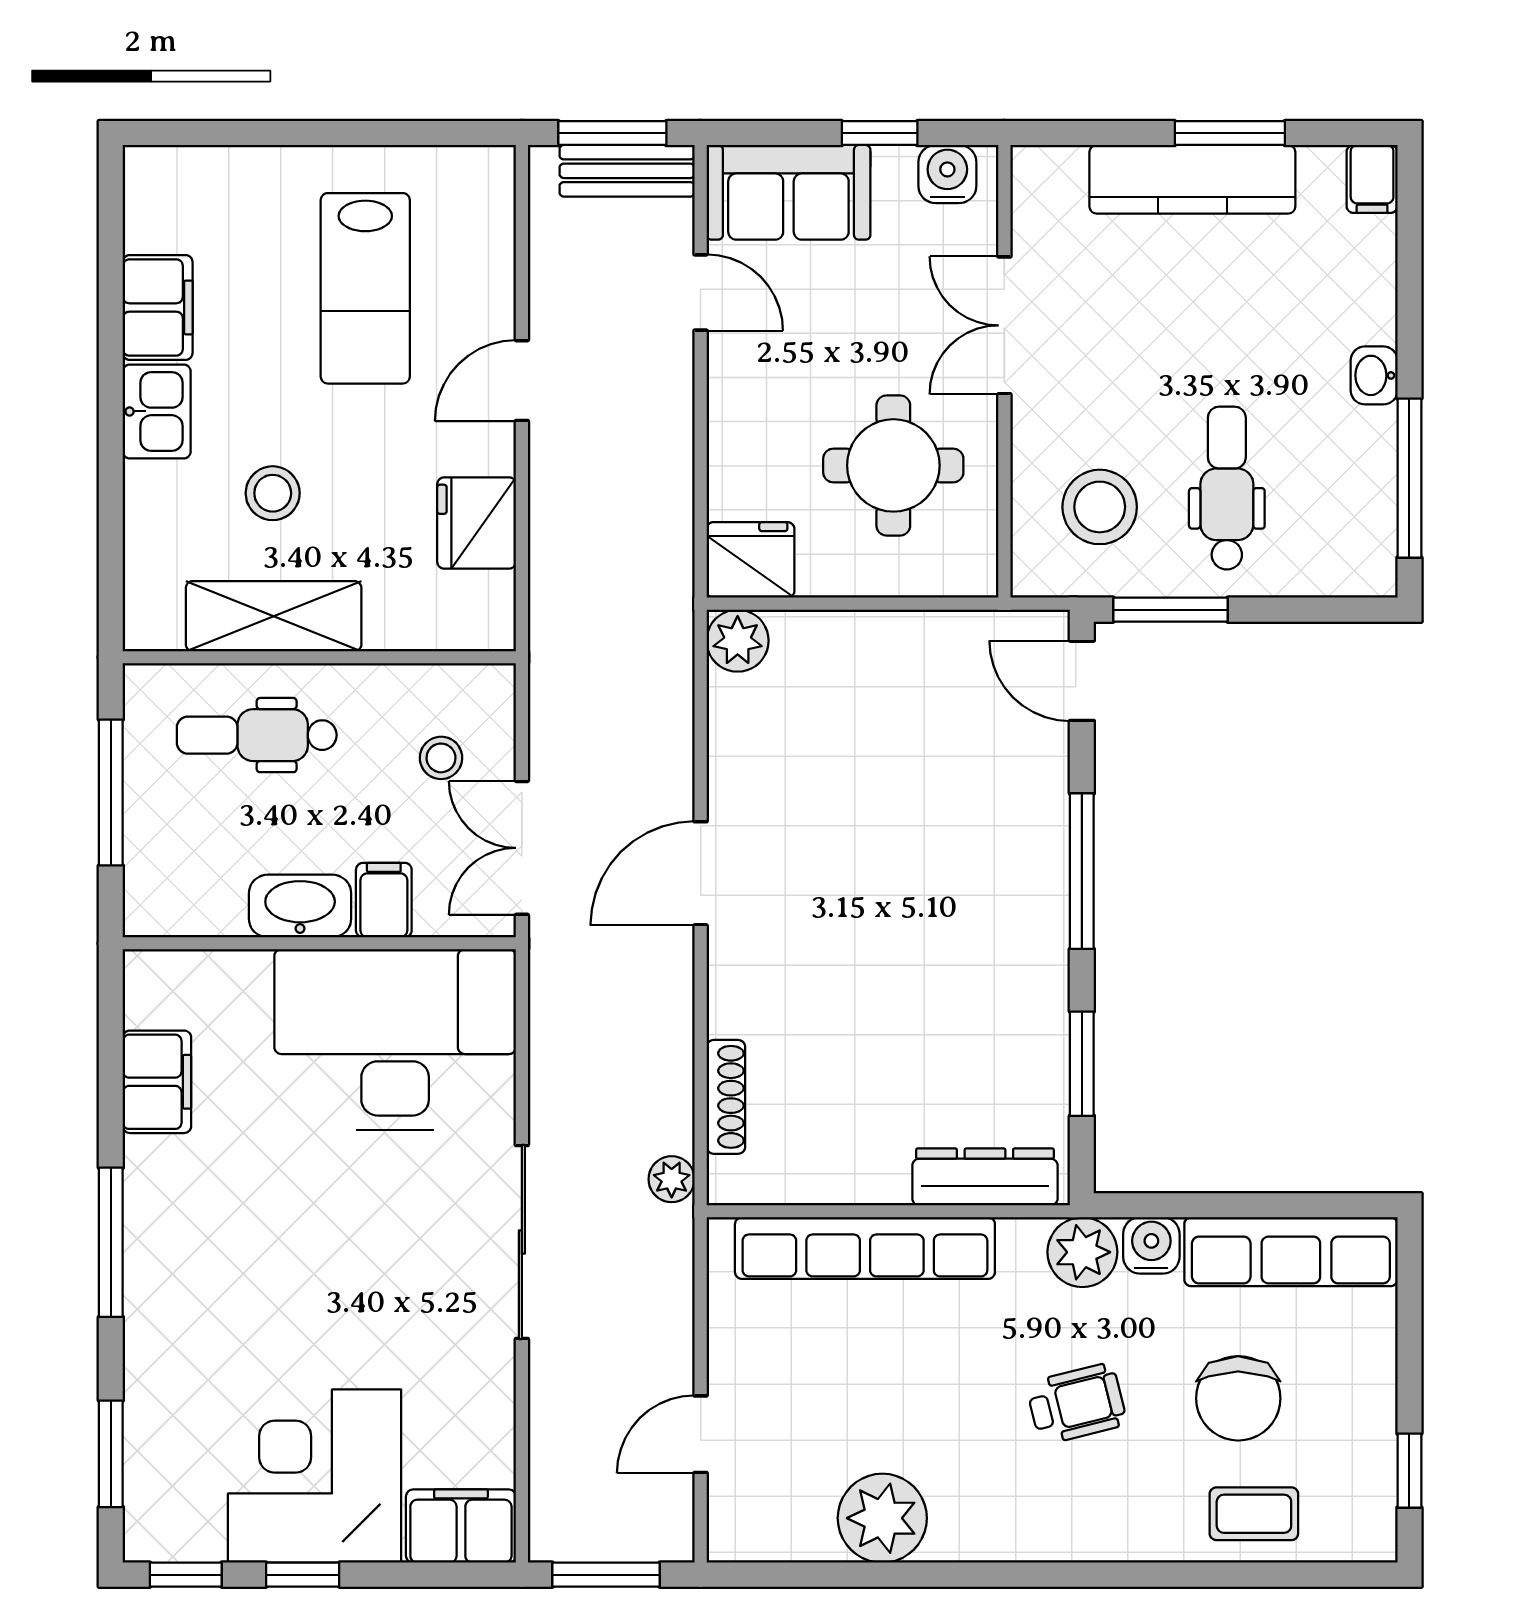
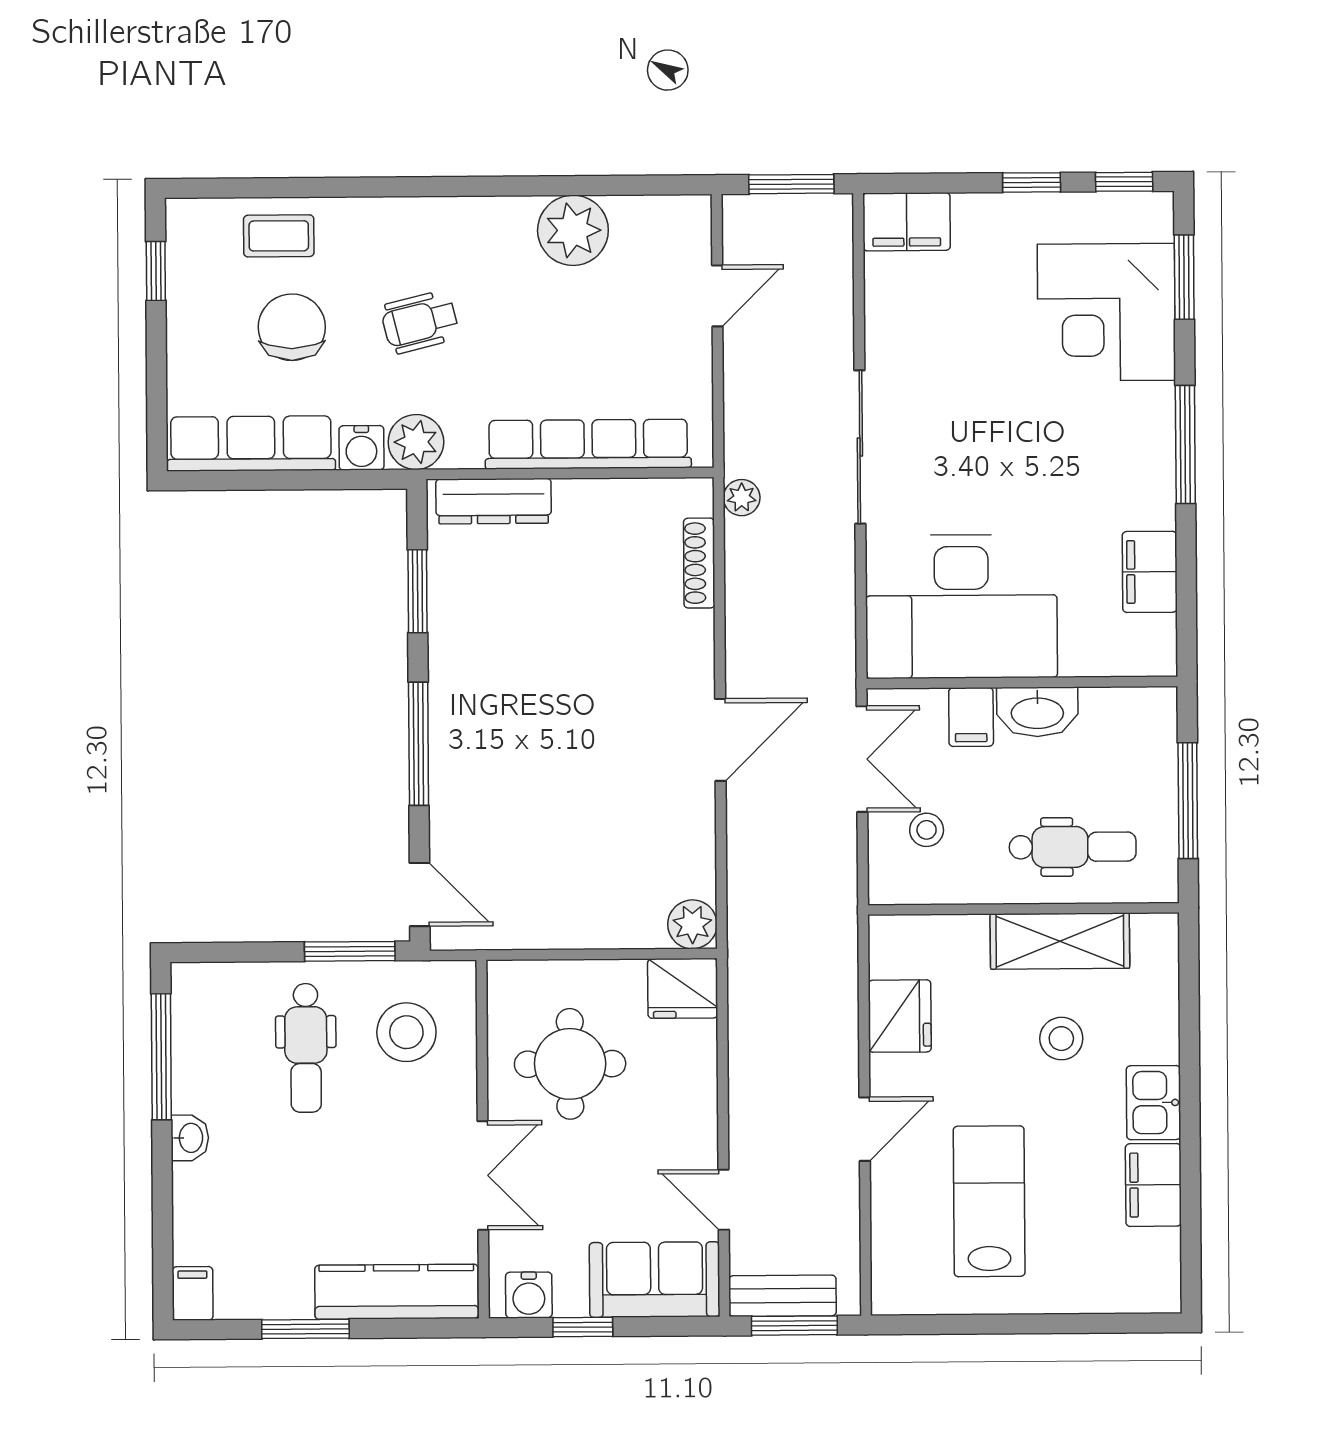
kitchen counter: (1192, 179) -> (397, 1292), moved
corner desk: (315, 1476) -> (1106, 312), moved, turned 90

